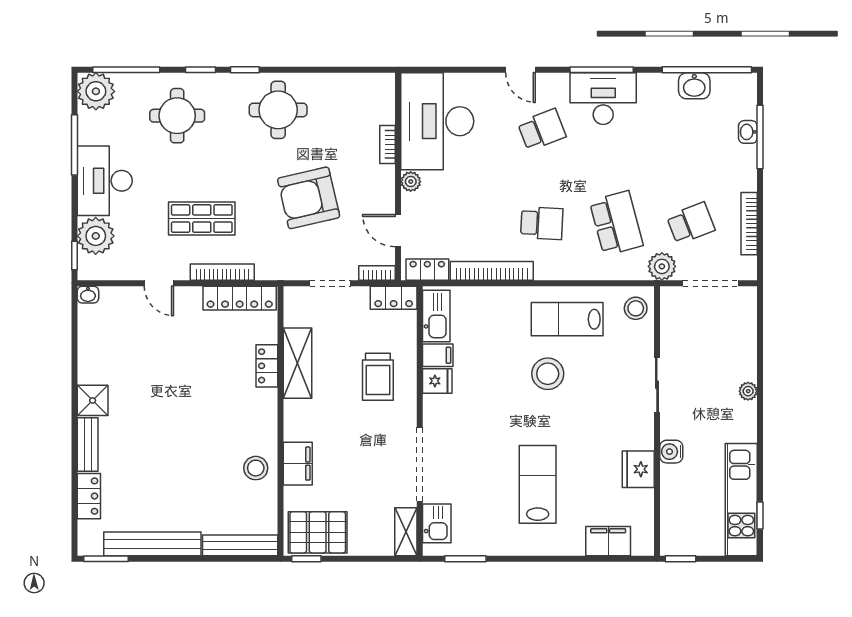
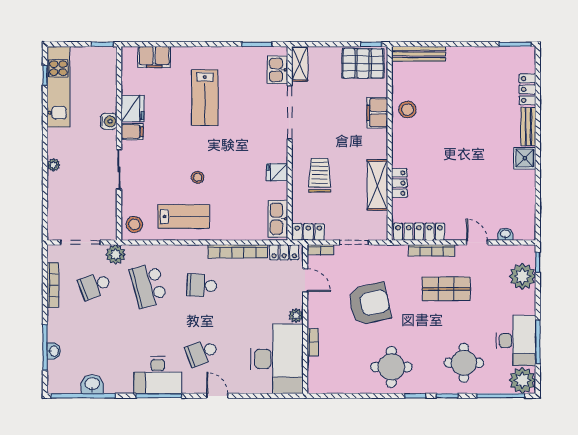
desk: (105, 181) -> (516, 341), moved
washbasin: (88, 295) -> (505, 234), moved
filing cabinet: (438, 355) -> (132, 132), moved, turned 180
stool: (548, 374) -> (198, 177), width x0.53, depth x0.53
bench: (152, 544) -> (482, 55), removed

